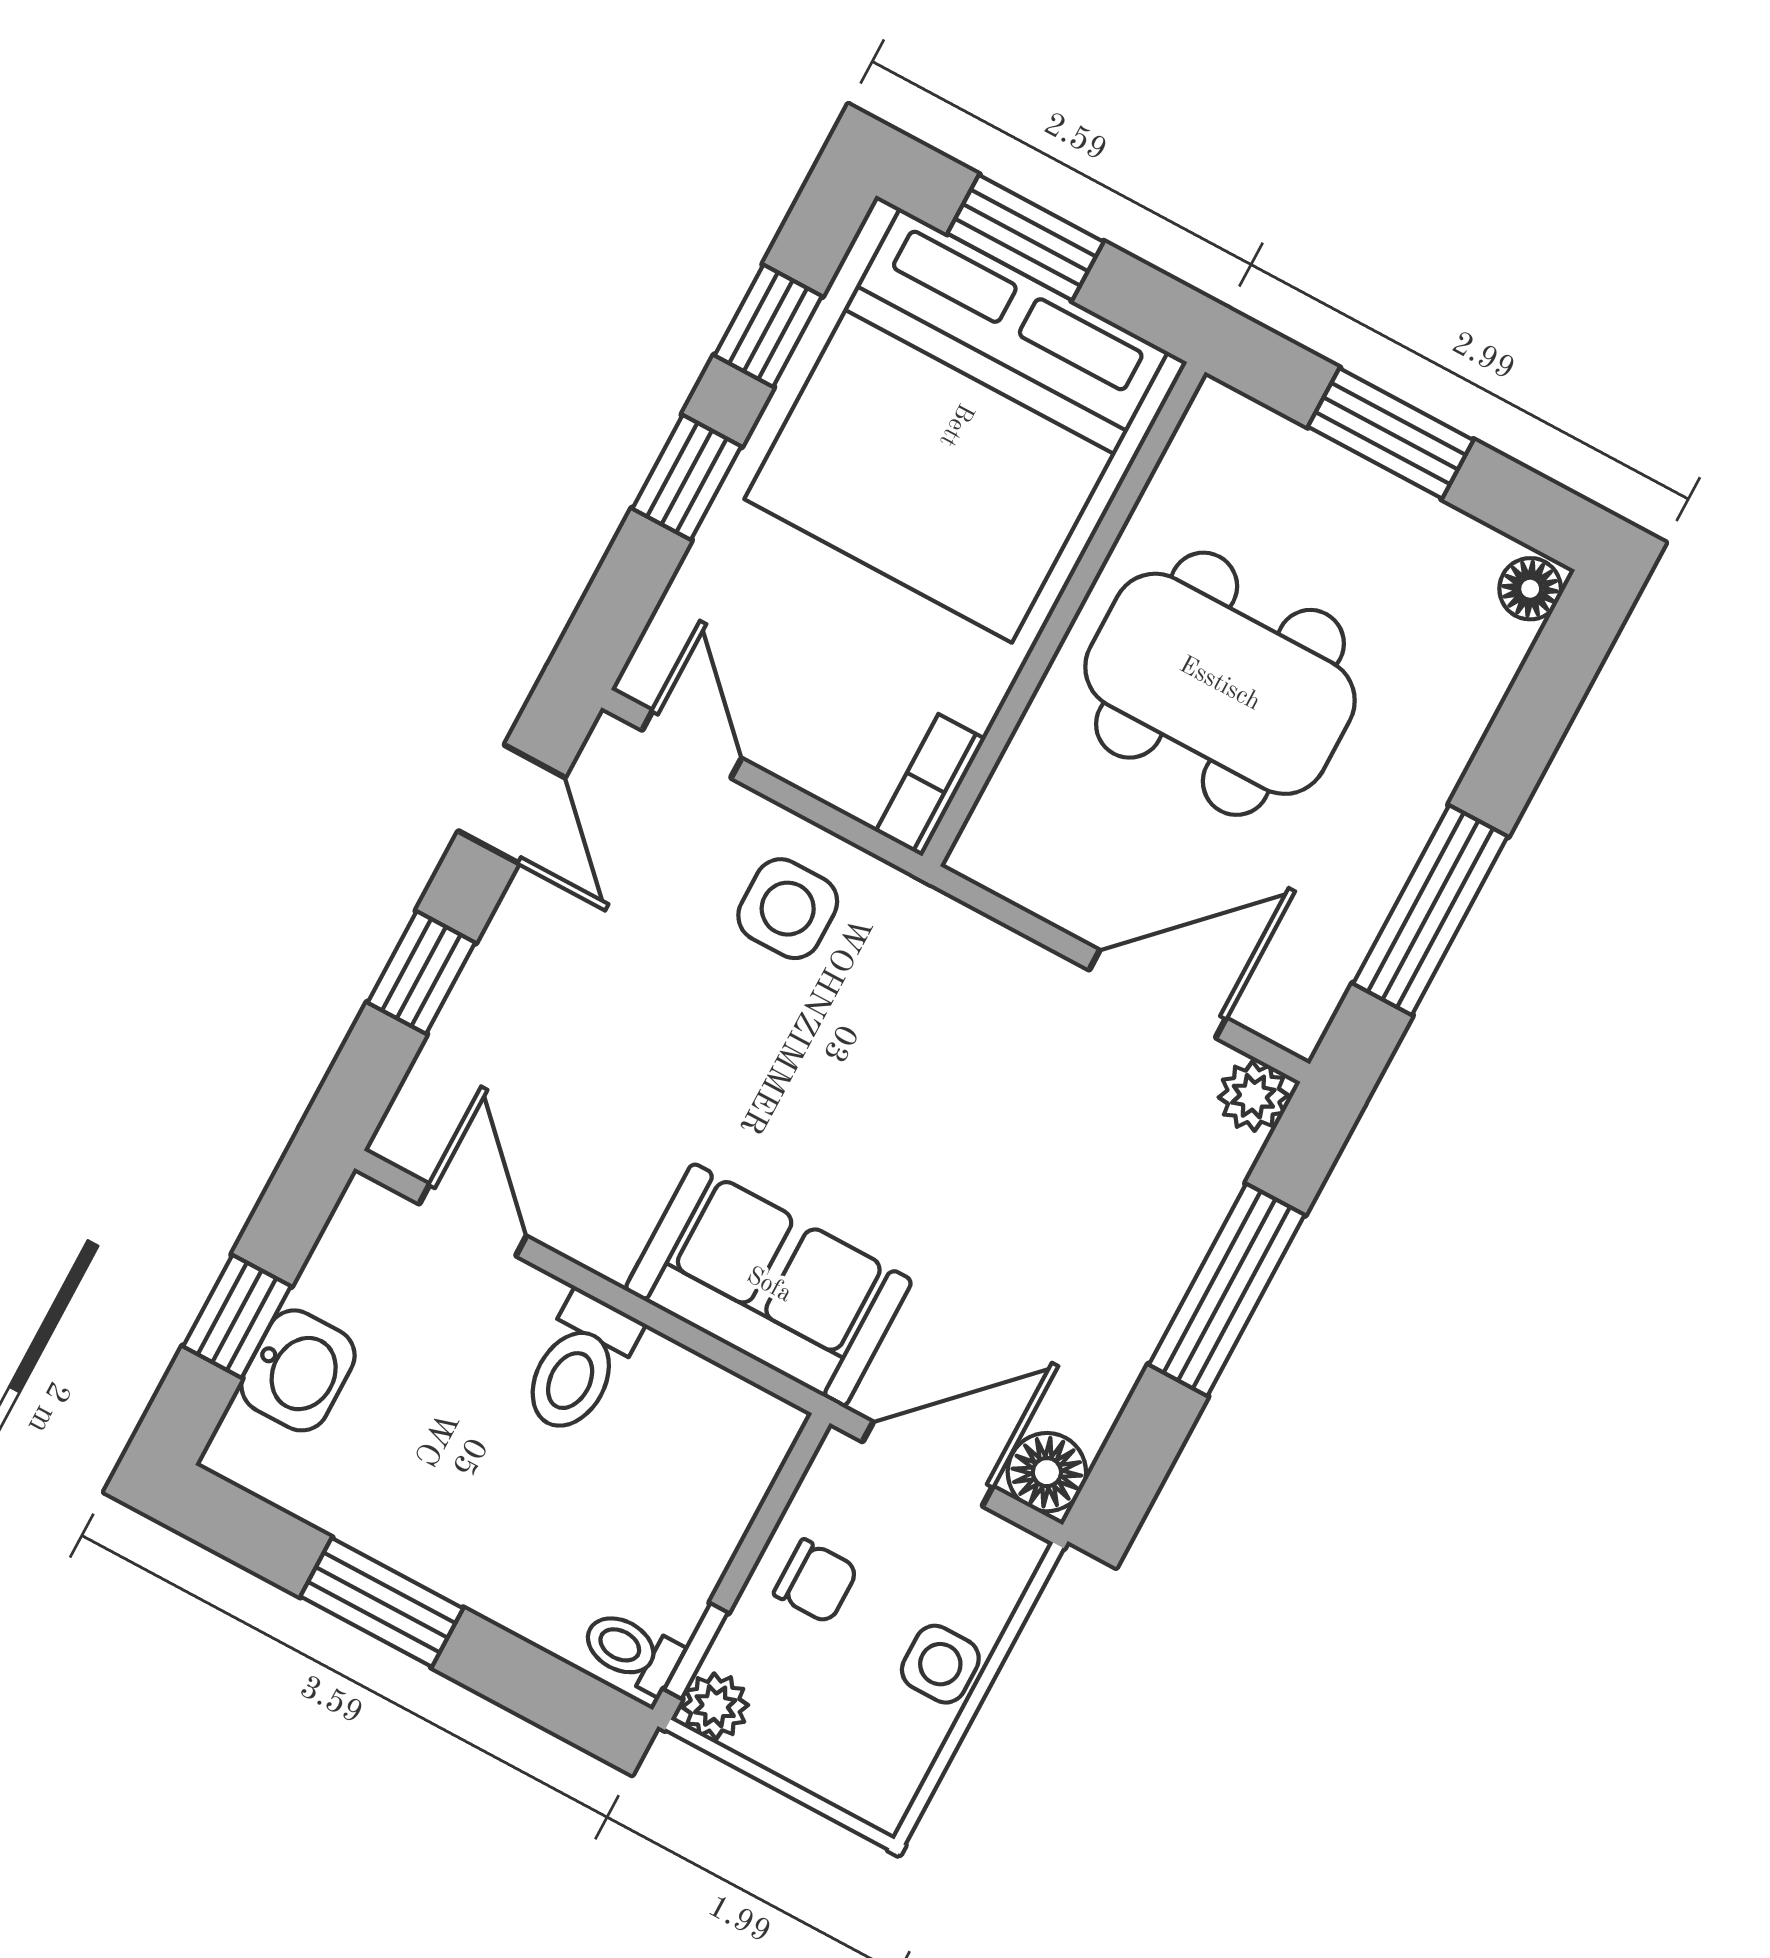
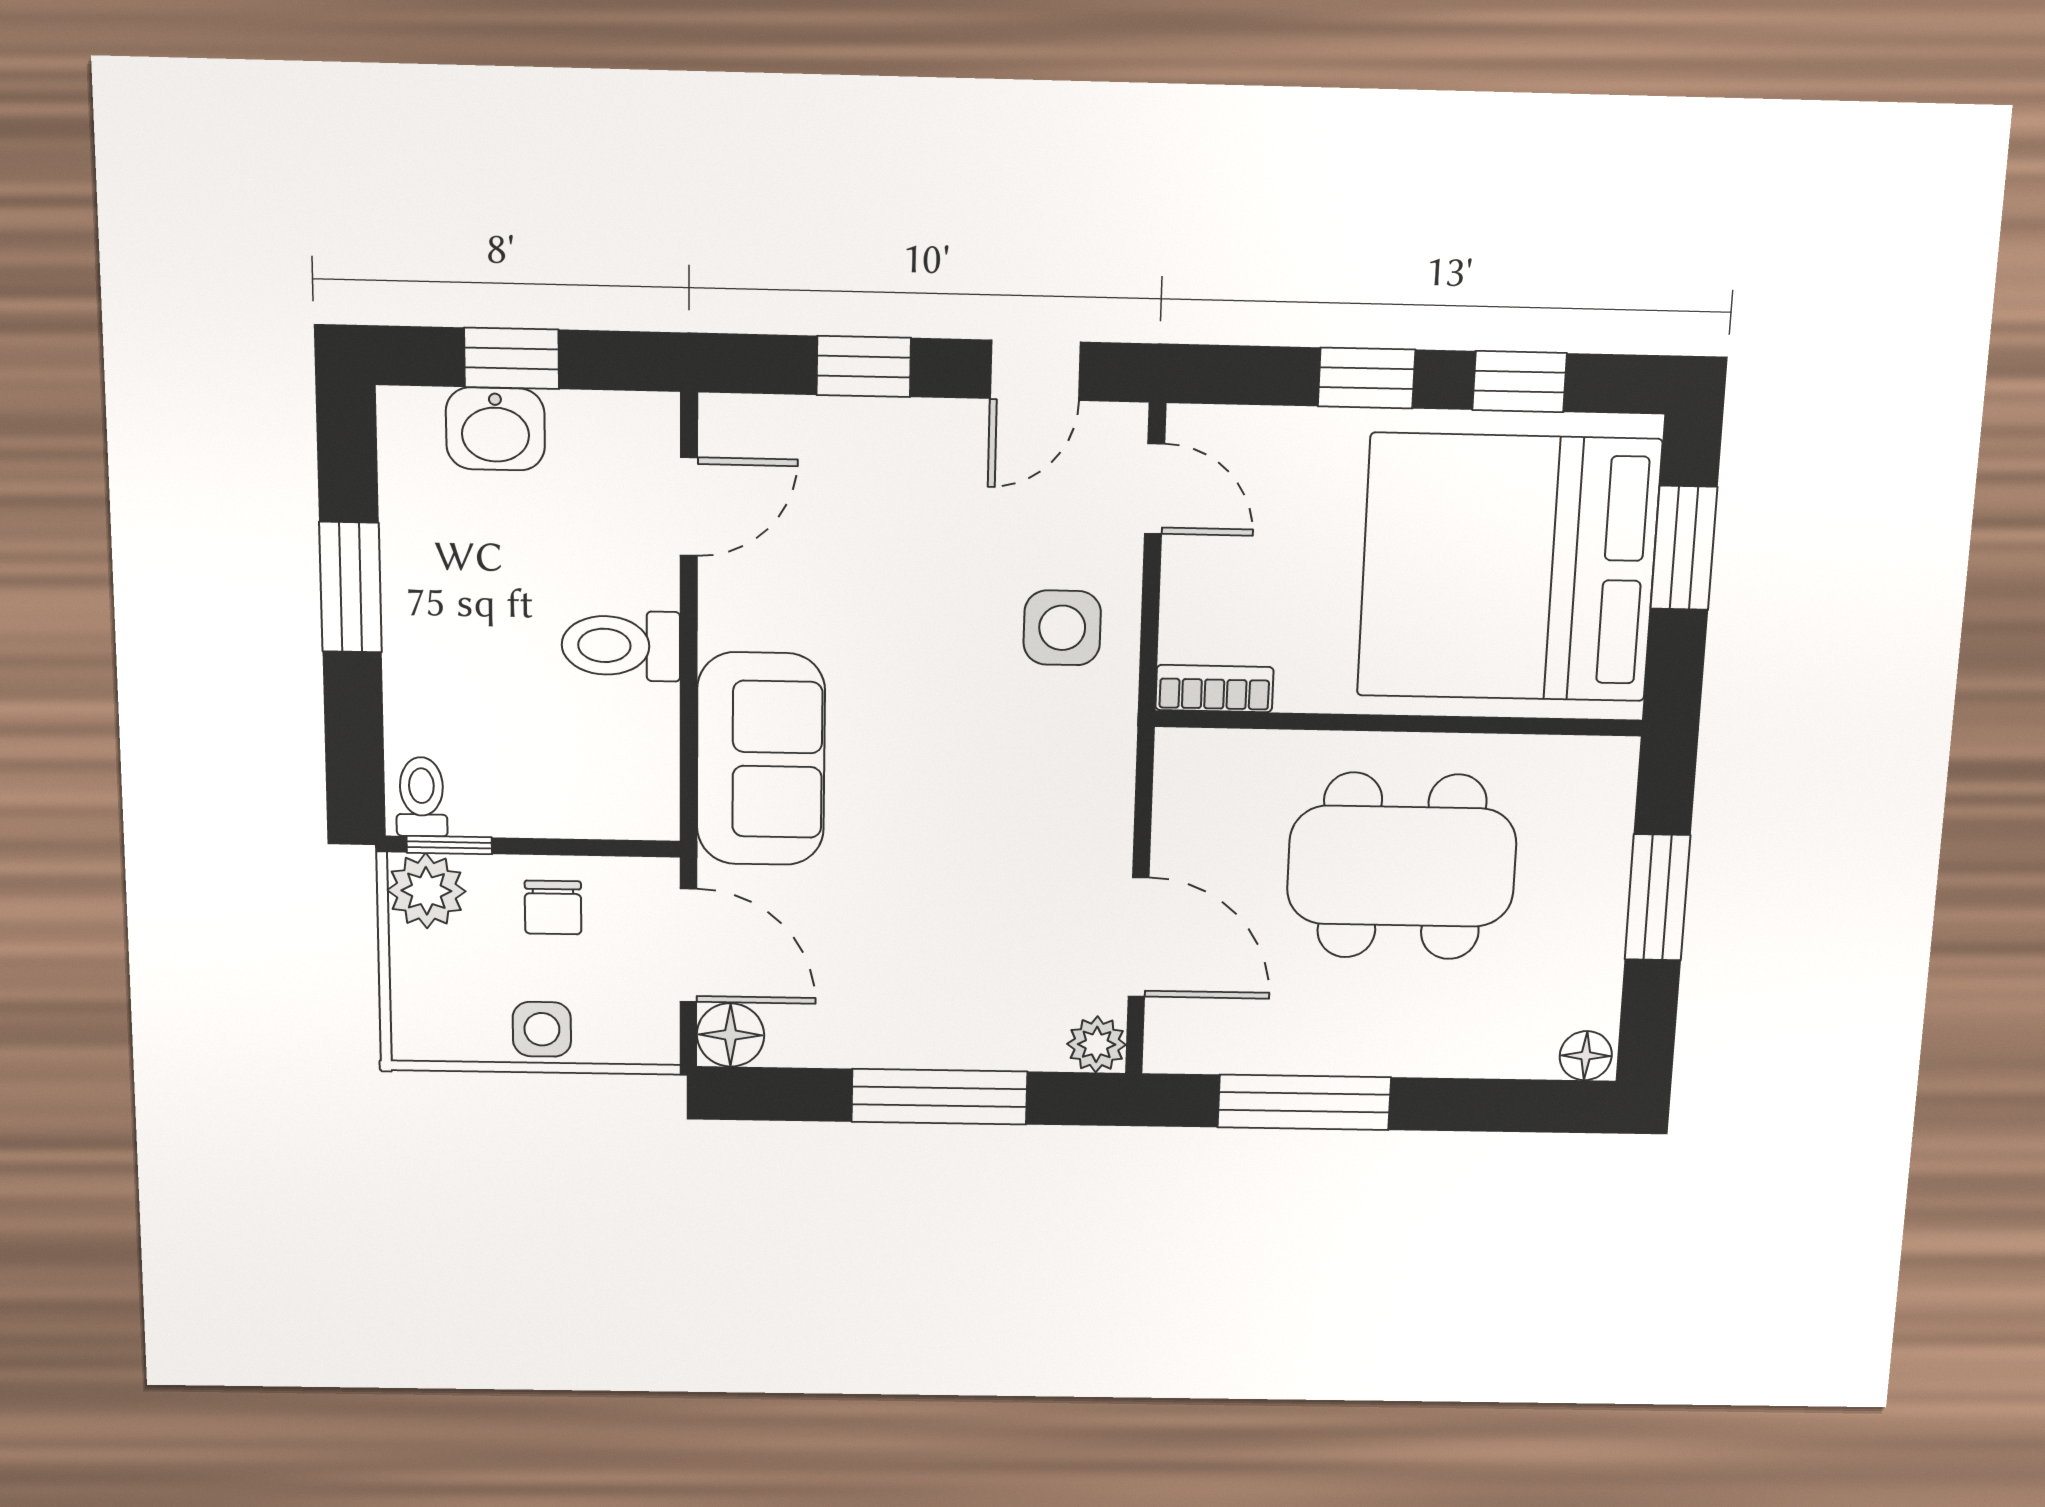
dining table: (1220, 684) -> (1402, 866), turned 90
door: (692, 744) -> (1155, 489), hinge flipped
plant: (715, 1706) -> (426, 891), width x1.38, depth x1.38

